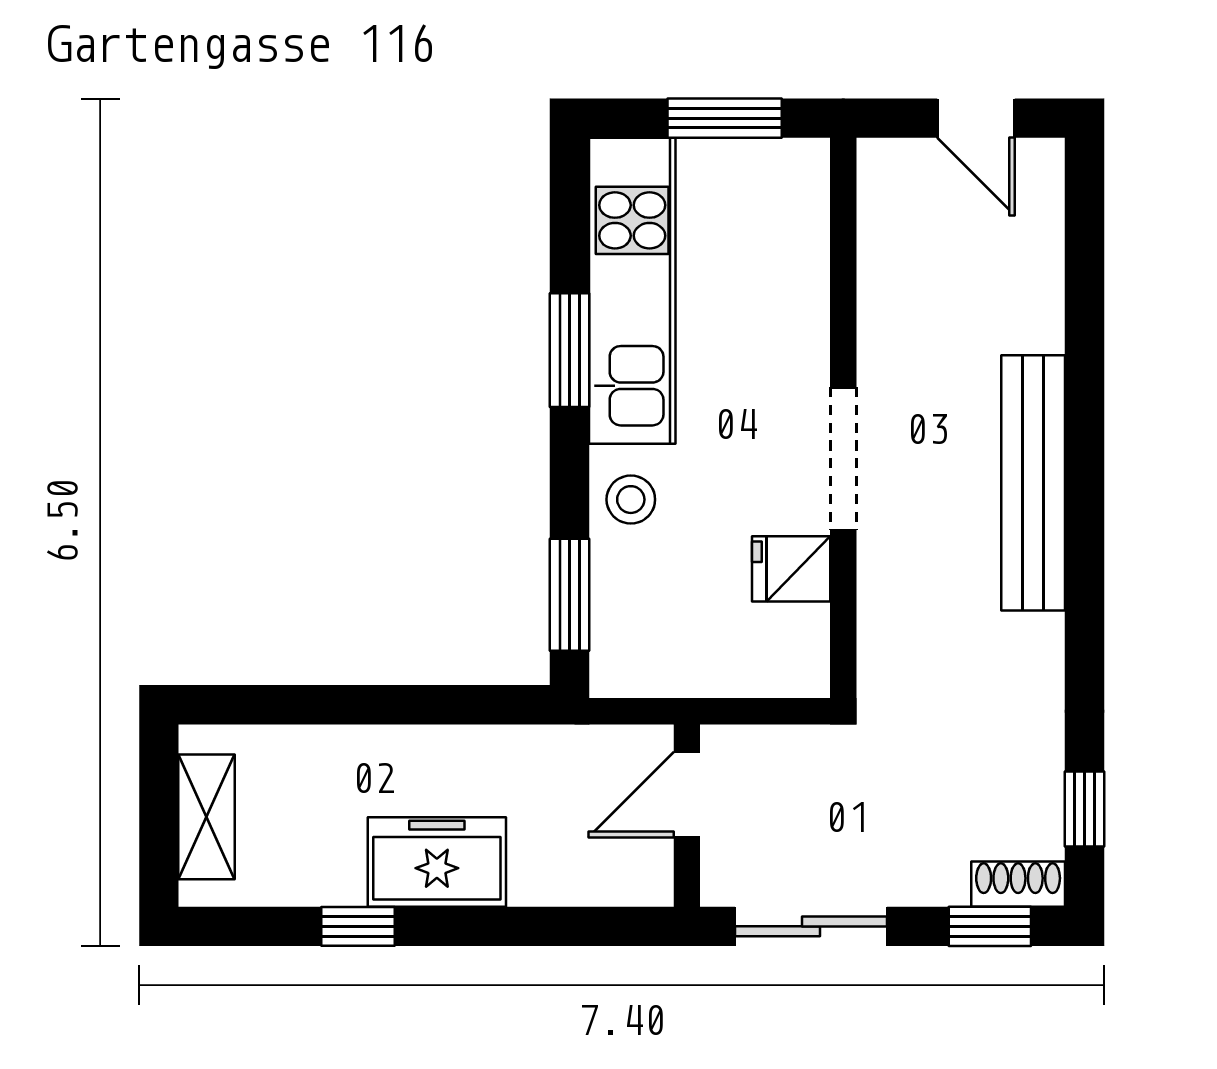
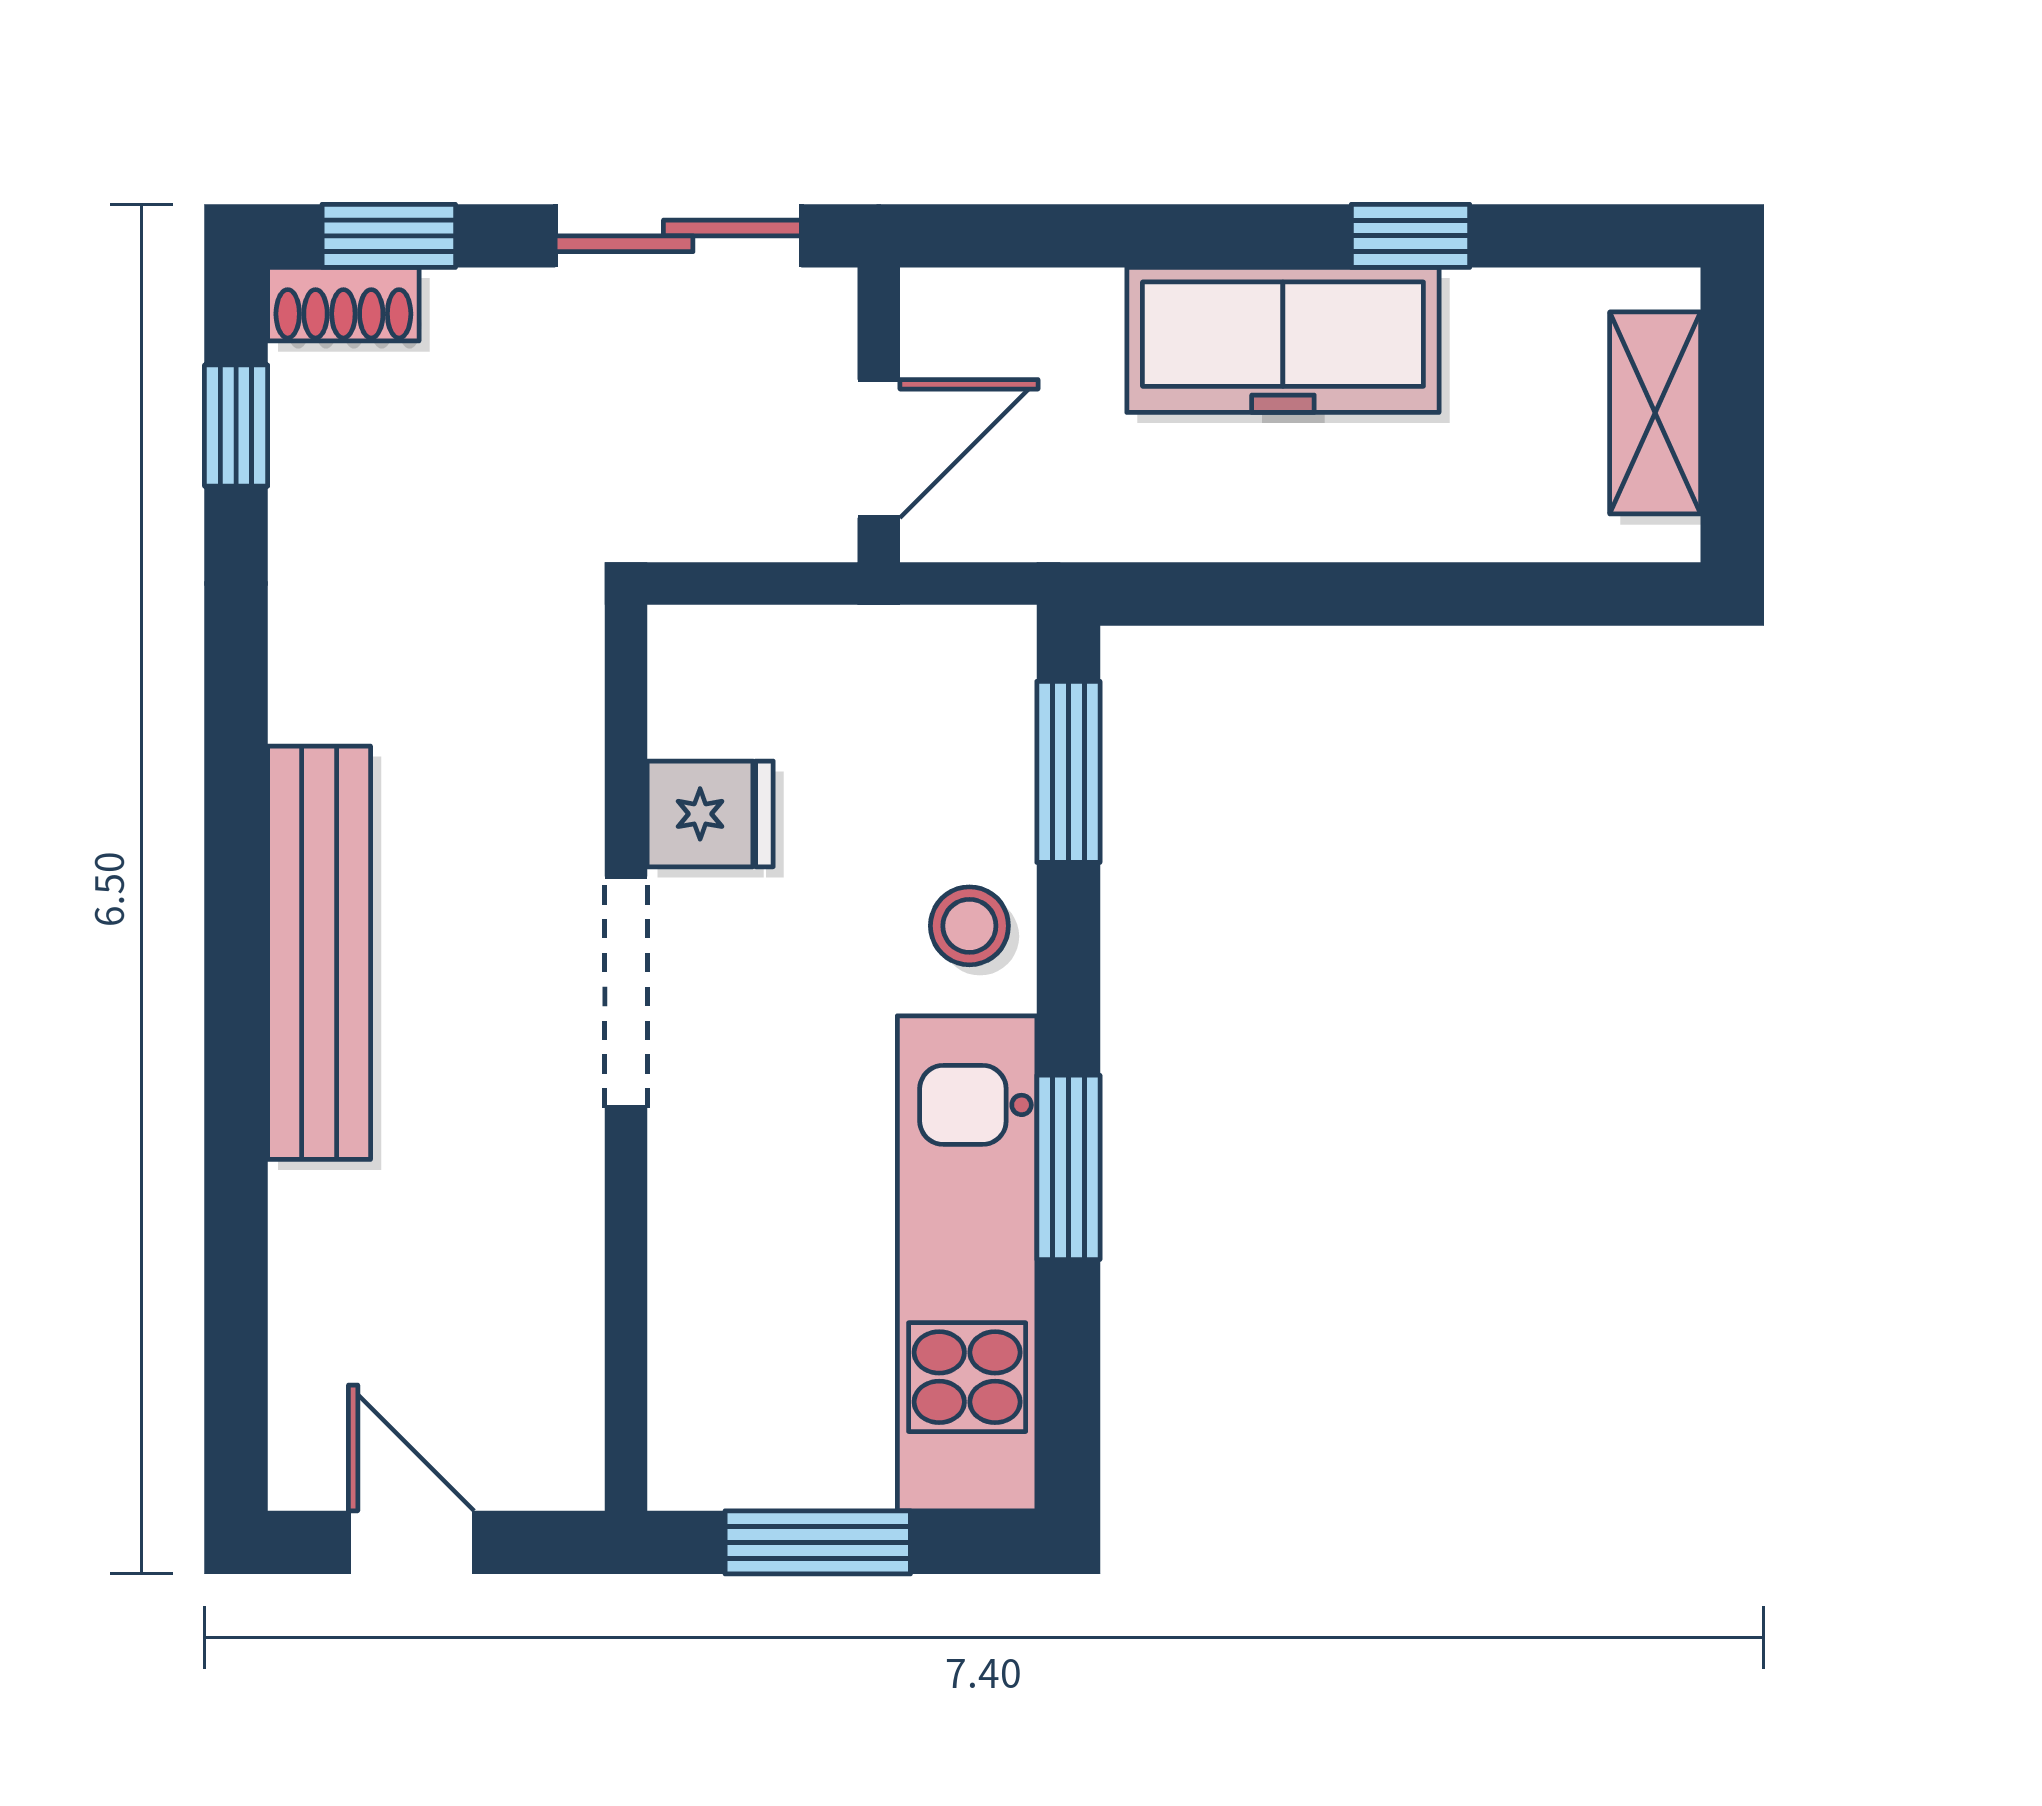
freezer: (437, 862) -> (1283, 340), width x1.40

